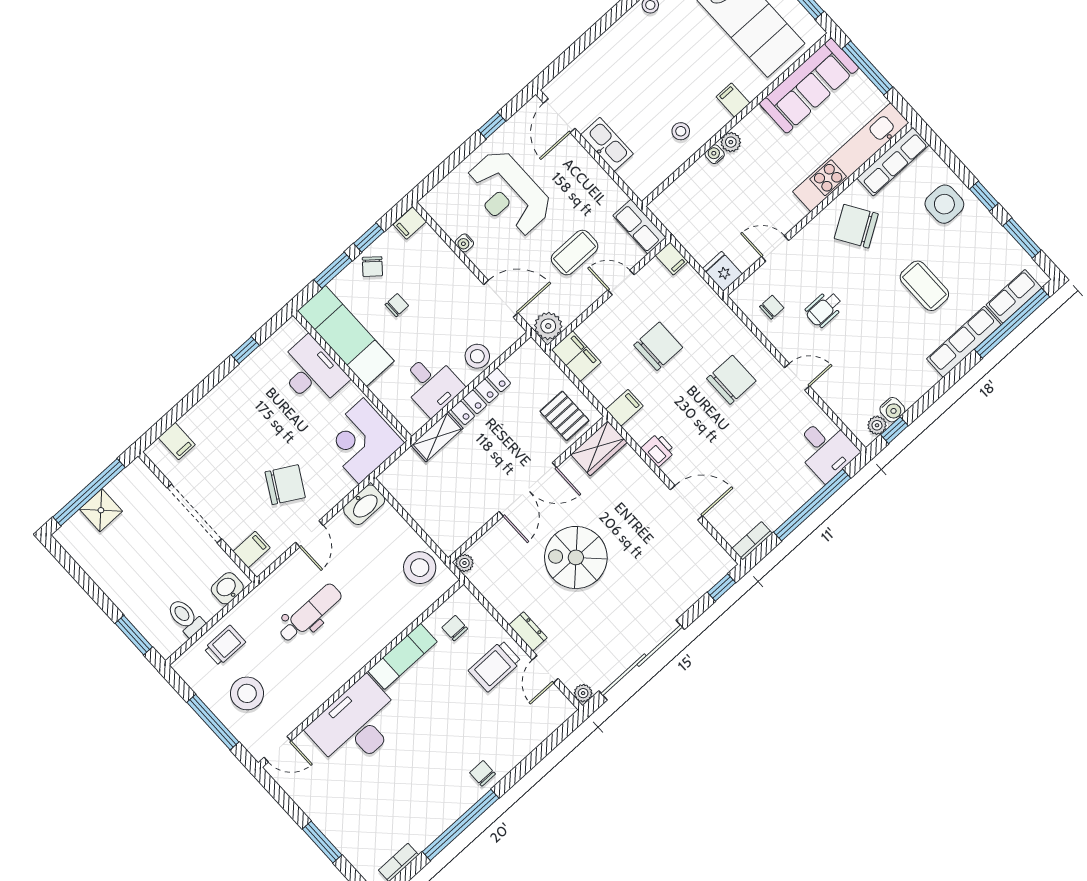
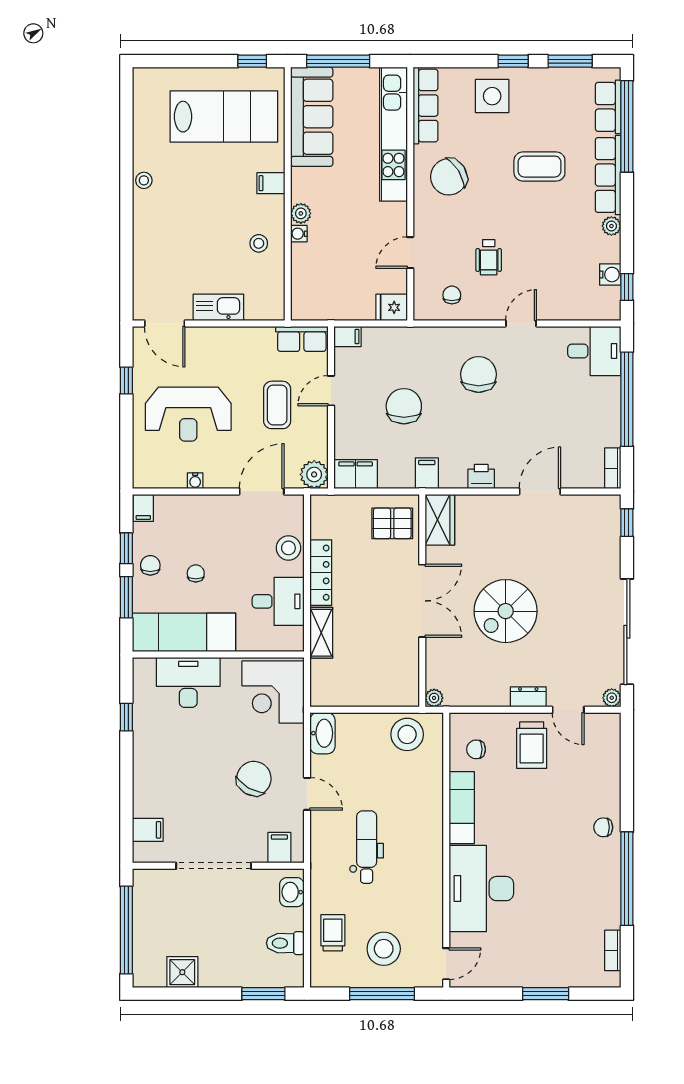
chair: (372, 267) -> (150, 565), turned -130
plant: (877, 425) -> (611, 226), moved
shower: (101, 510) -> (182, 972), moved

